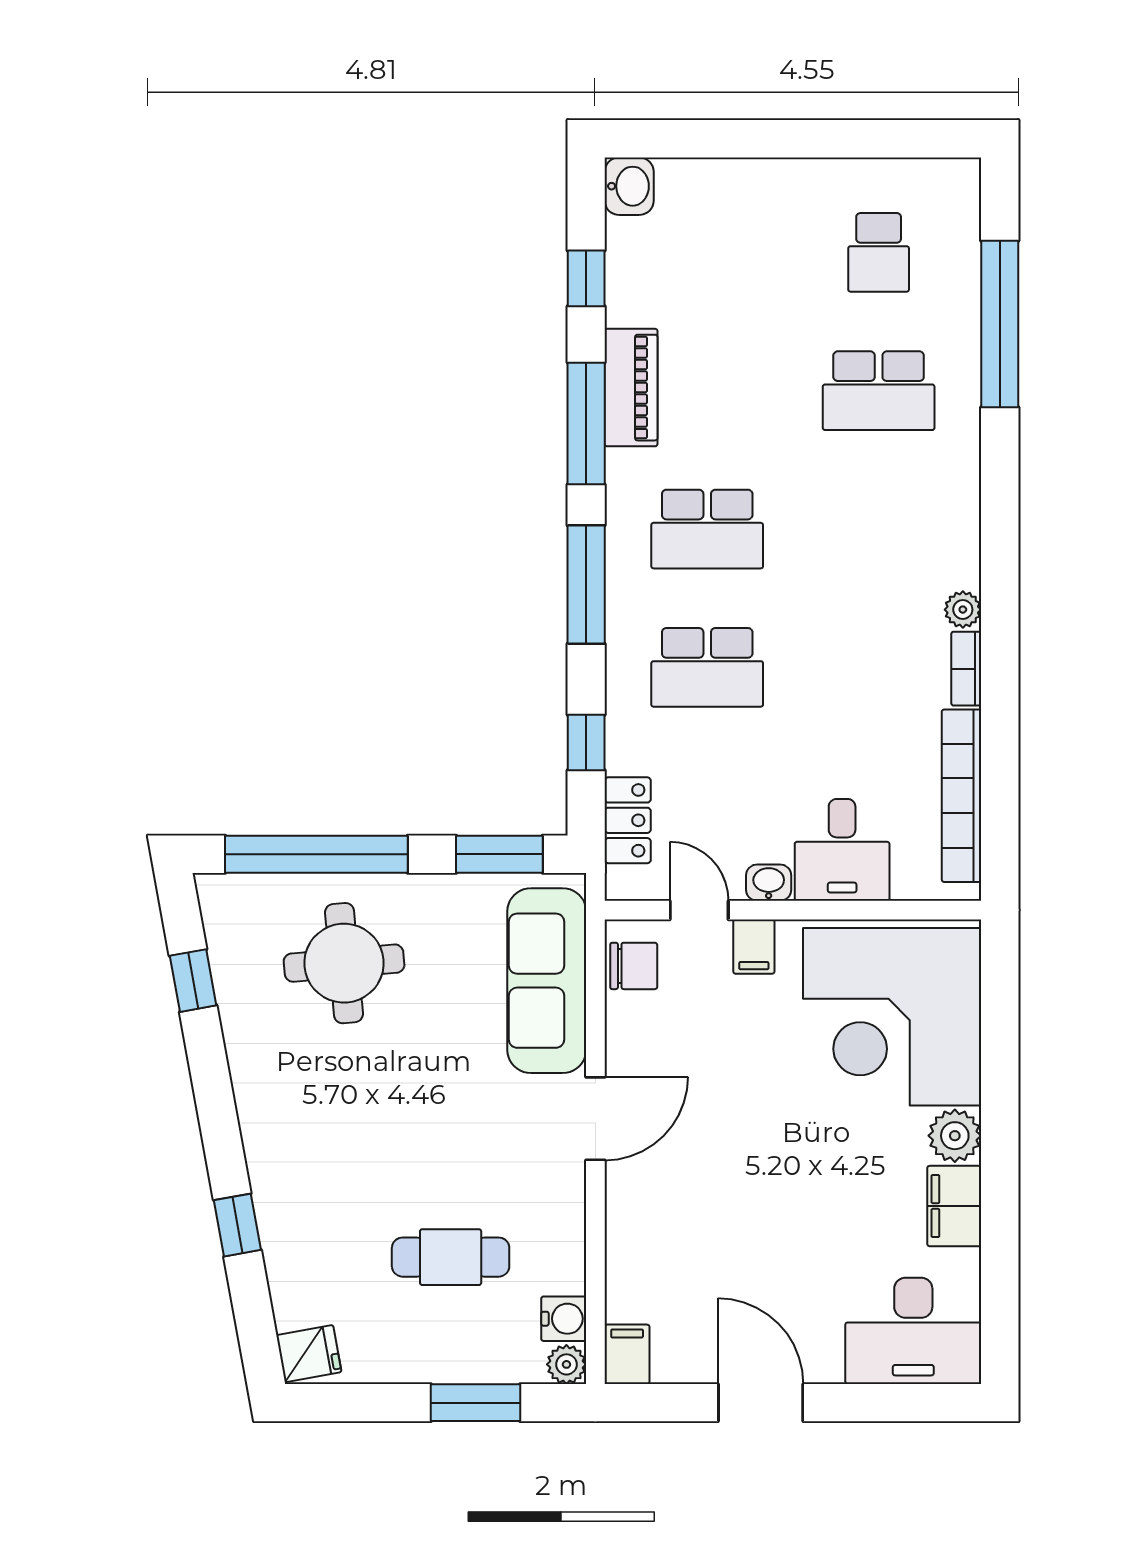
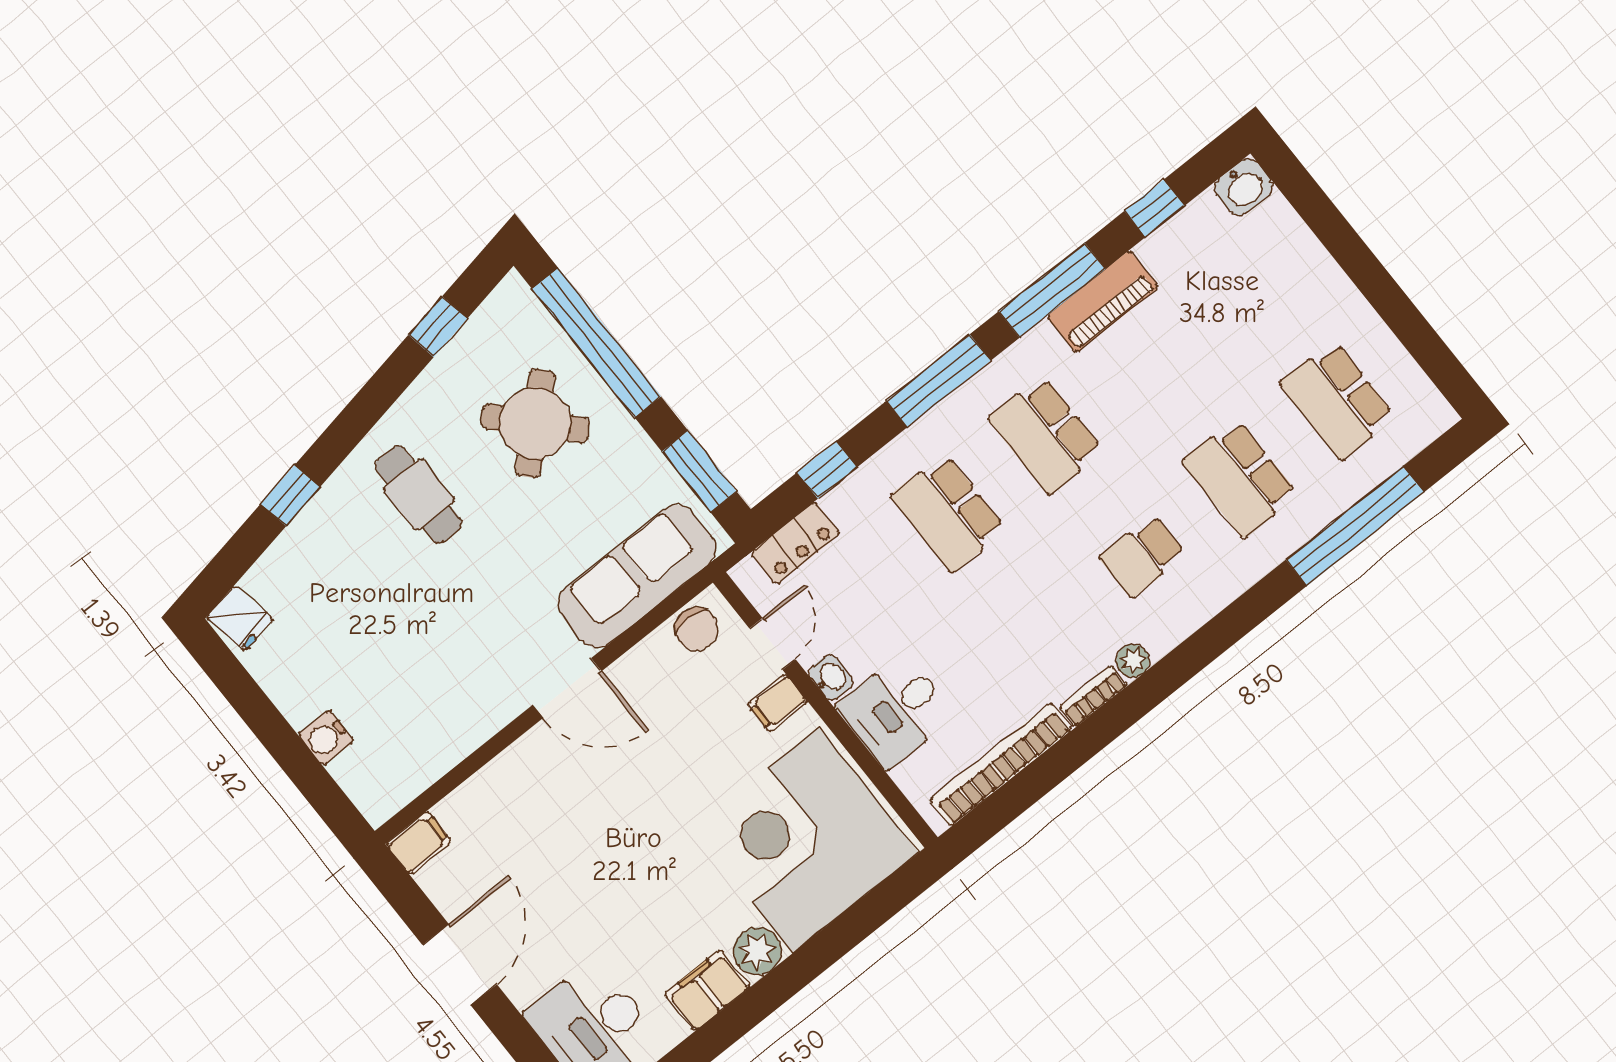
school desk: (879, 252) -> (1337, 400), width x1.85
school desk: (879, 529) -> (1142, 556), added
round table: (344, 963) -> (535, 423), turned -38
cafe table: (451, 1257) -> (419, 495), moved
water cooler: (564, 1319) -> (326, 738), moved, turned 90
plant: (566, 1364) -> (377, 806), removed
window: (475, 1403) -> (299, 763), removed

